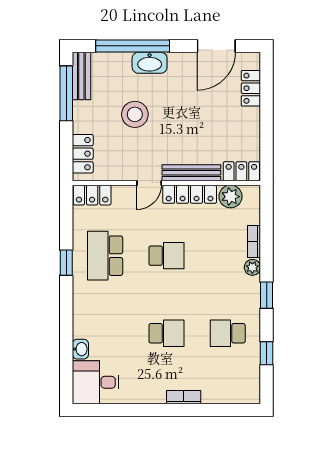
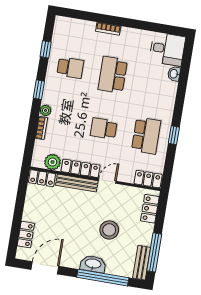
school desk: (166, 333) -> (113, 75), width x1.85

